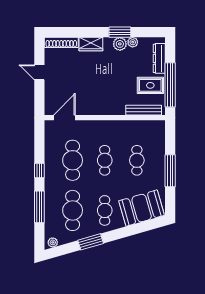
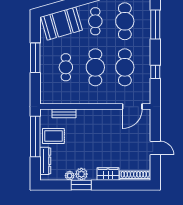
bench: (144, 110) -> (64, 113), width x0.73
cafe table: (105, 160) -> (95, 67), width x1.37, depth x1.35
window: (39, 170) -> (155, 72), moved

